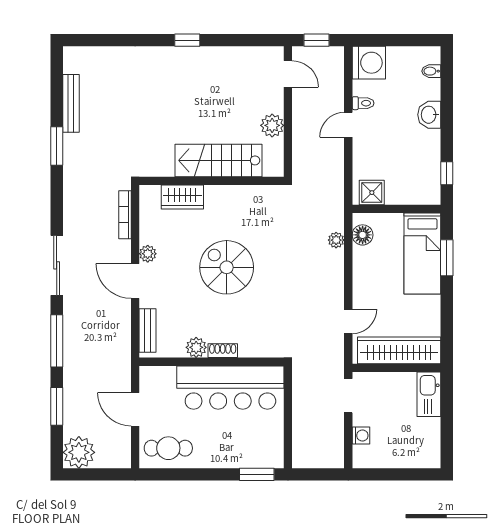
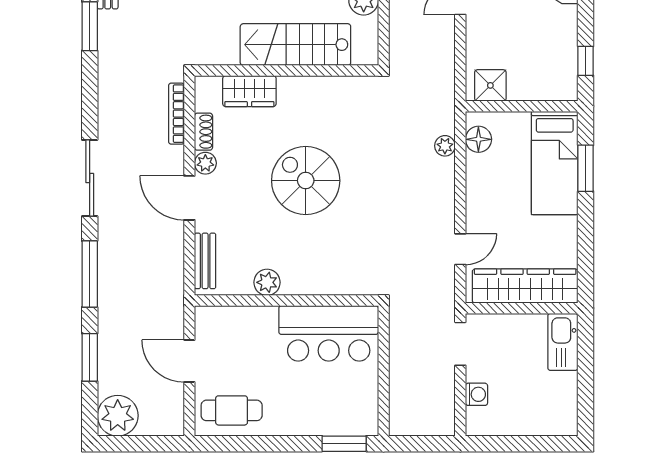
shoe rack: (223, 351) -> (203, 132), moved, turned 90
bar counter: (230, 388) -> (329, 333), width x0.73

